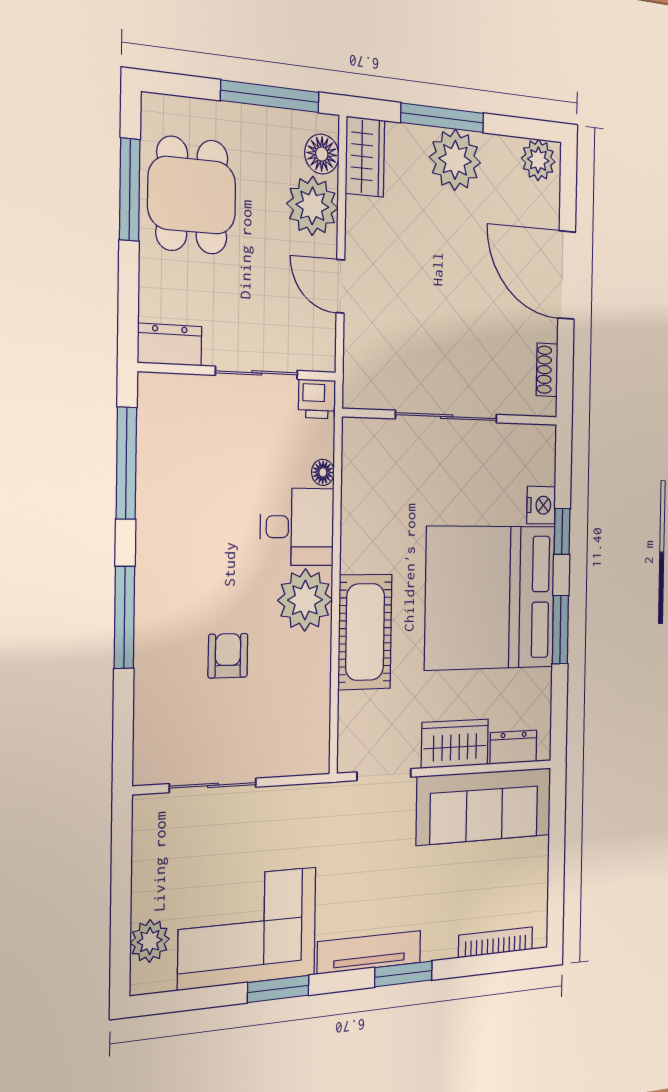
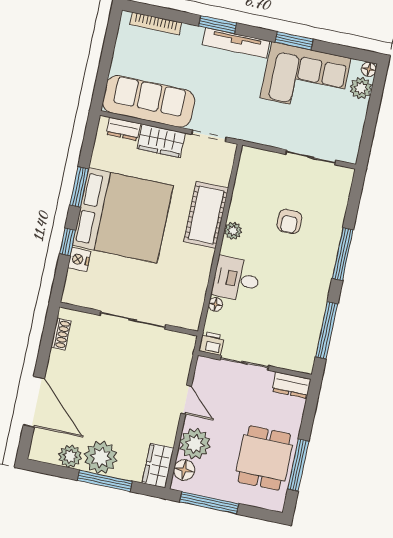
plant: (538, 160) -> (70, 456), moved
door: (567, 275) -> (34, 402), moved
plant: (305, 600) -> (233, 231), width x0.53, depth x0.53
floor lamp: (142, 981) -> (369, 69), added

